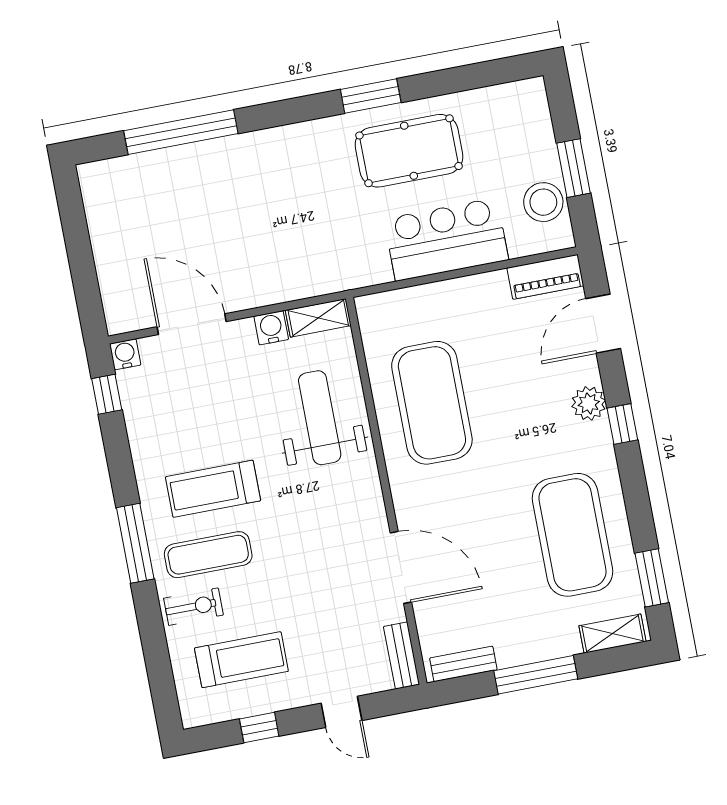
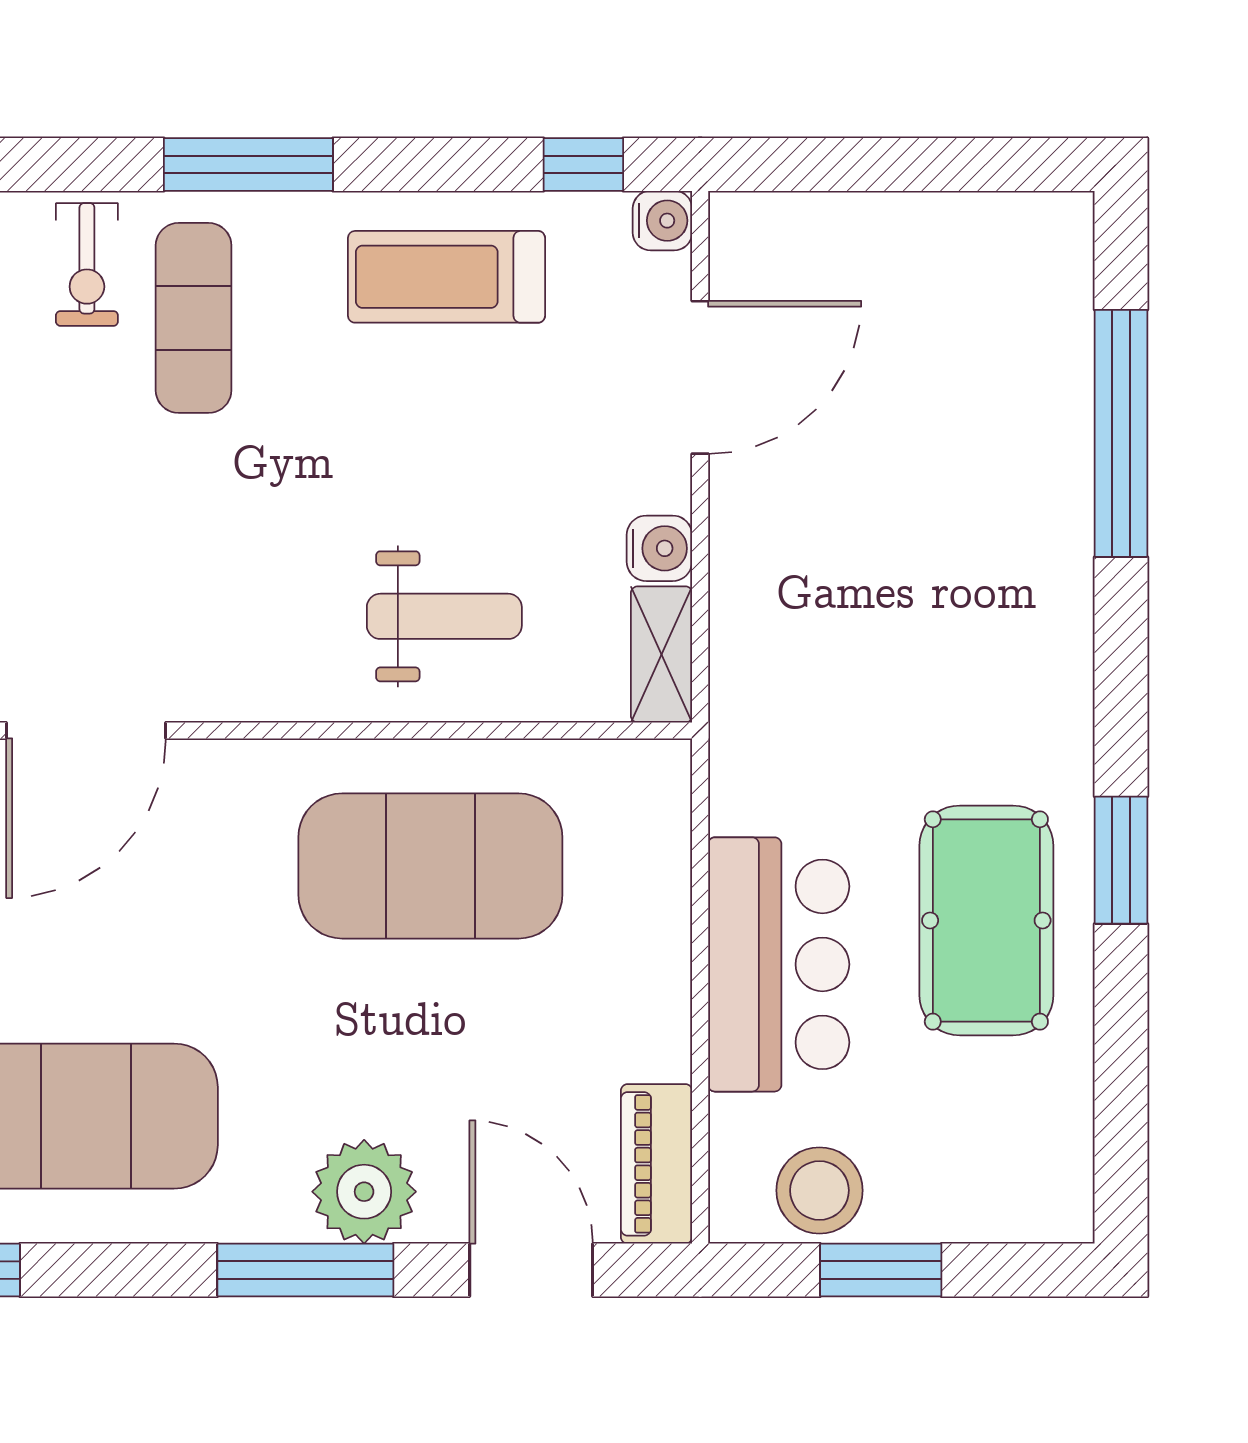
plant: (589, 403) -> (364, 1192), width x1.36, depth x1.36
weight bench: (320, 418) -> (444, 616), width x0.73, depth x0.75
window: (622, 424) -> (305, 1270), width x2.17
treadmill: (213, 489) -> (446, 277), moved, turned -90

